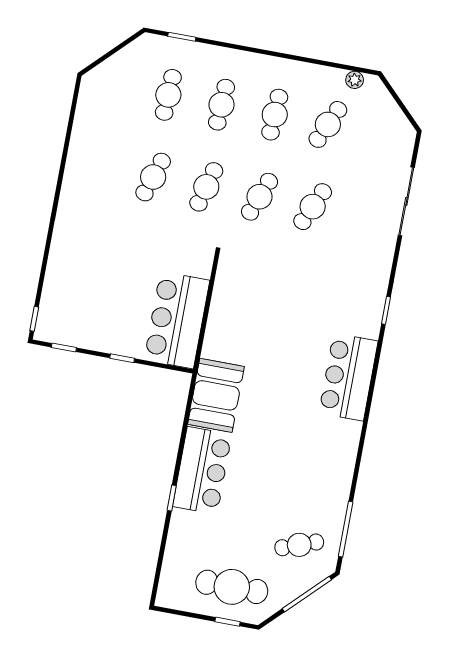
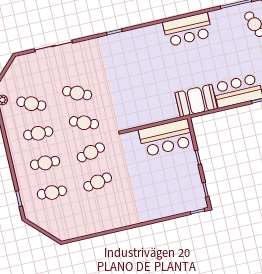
cafe table: (153, 177) -> (98, 182), turned -30
cafe table: (206, 187) -> (91, 152), turned -30
bar counter: (348, 377) -> (188, 29), moved

